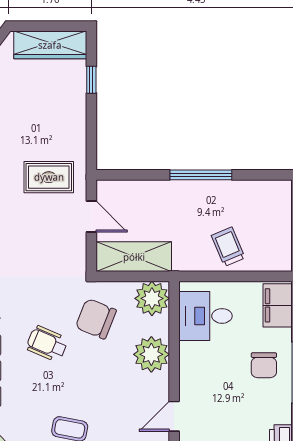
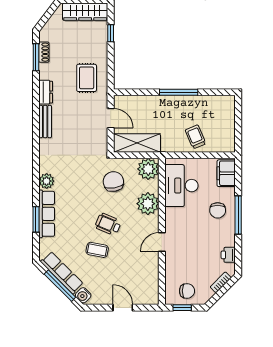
rug: (49, 177) -> (87, 78), moved, turned 90
desk: (205, 316) -> (181, 186), width x1.37
chair: (96, 319) -> (113, 182), turned 59
wheelchair: (47, 344) -> (108, 224), moved

